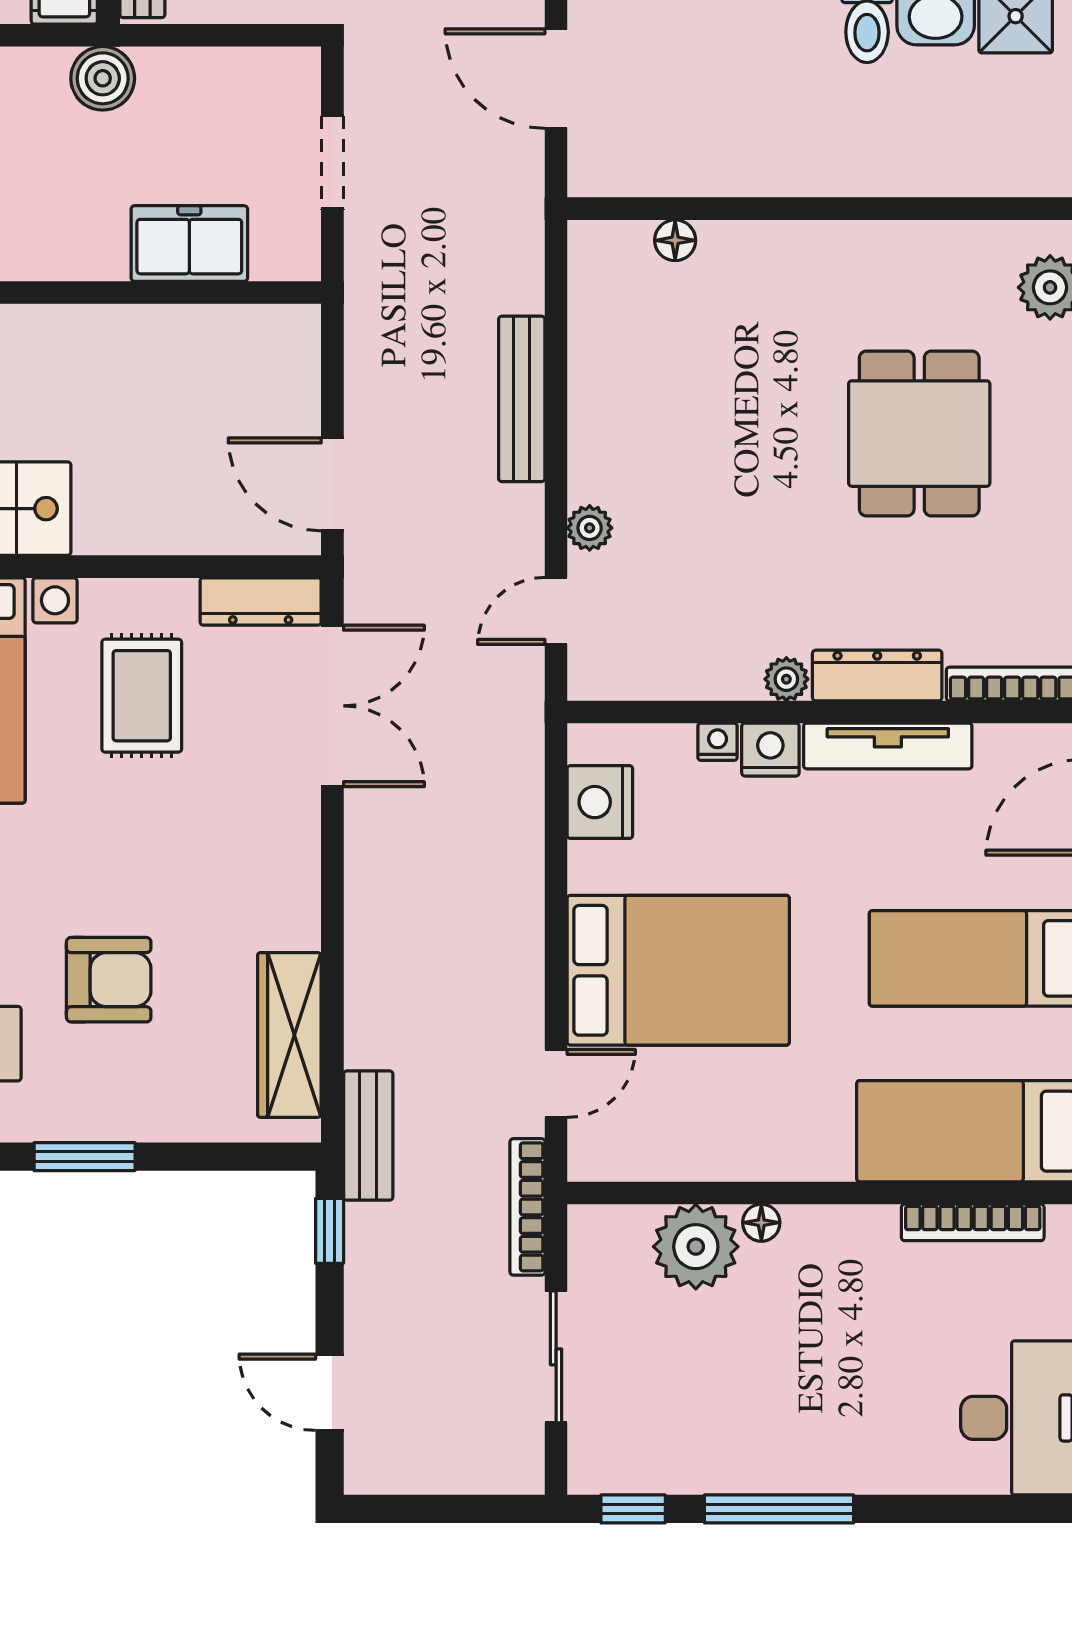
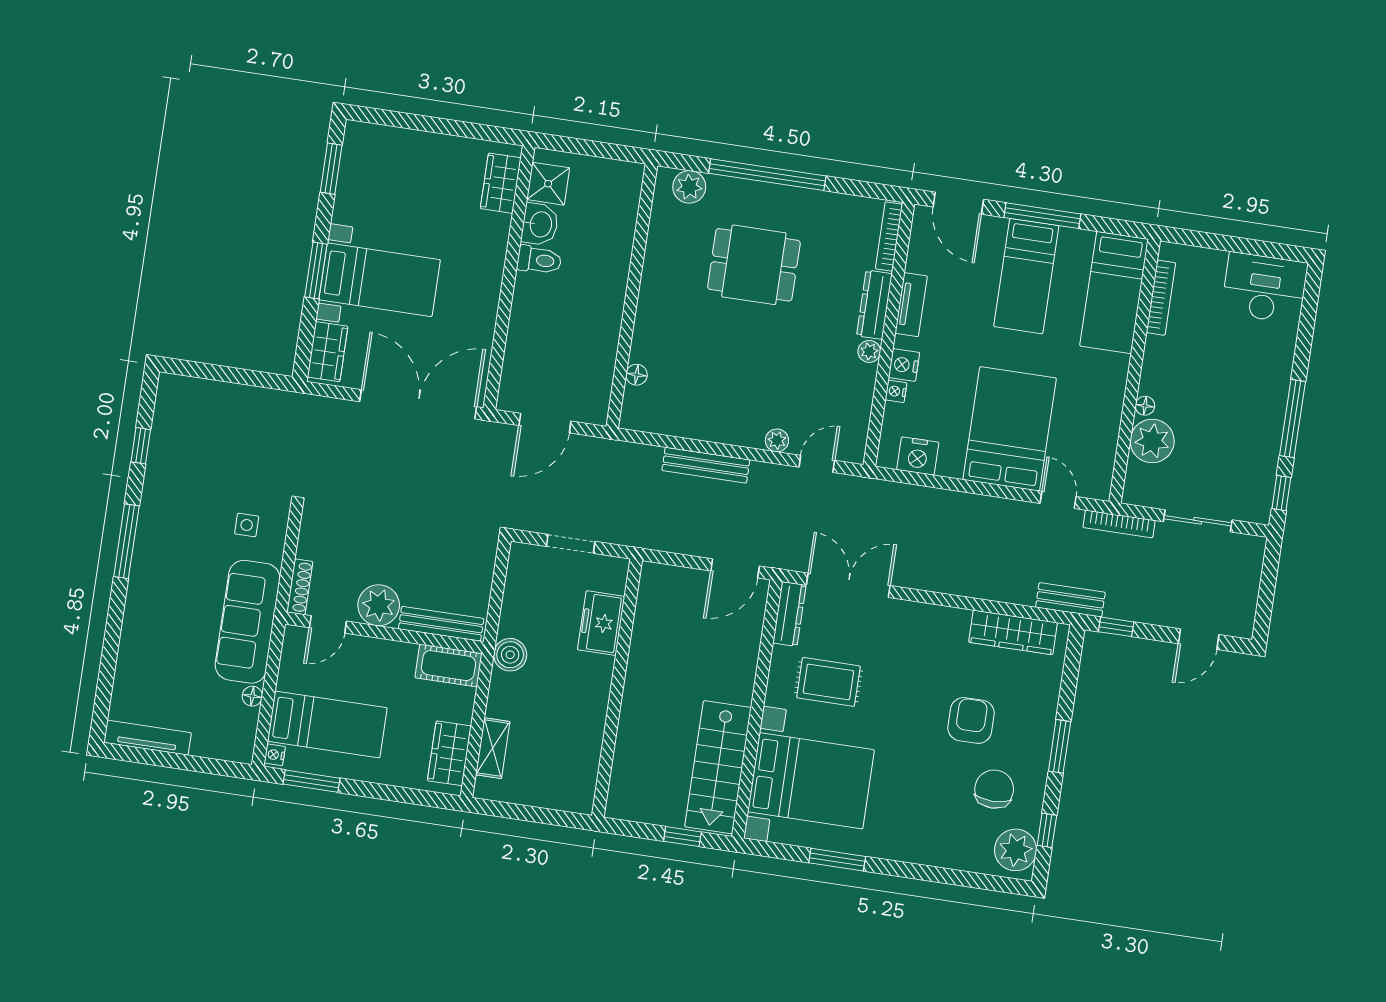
door: (556, 611) -> (817, 464), swing flipped
tv unit: (888, 746) -> (911, 305), width x0.71

